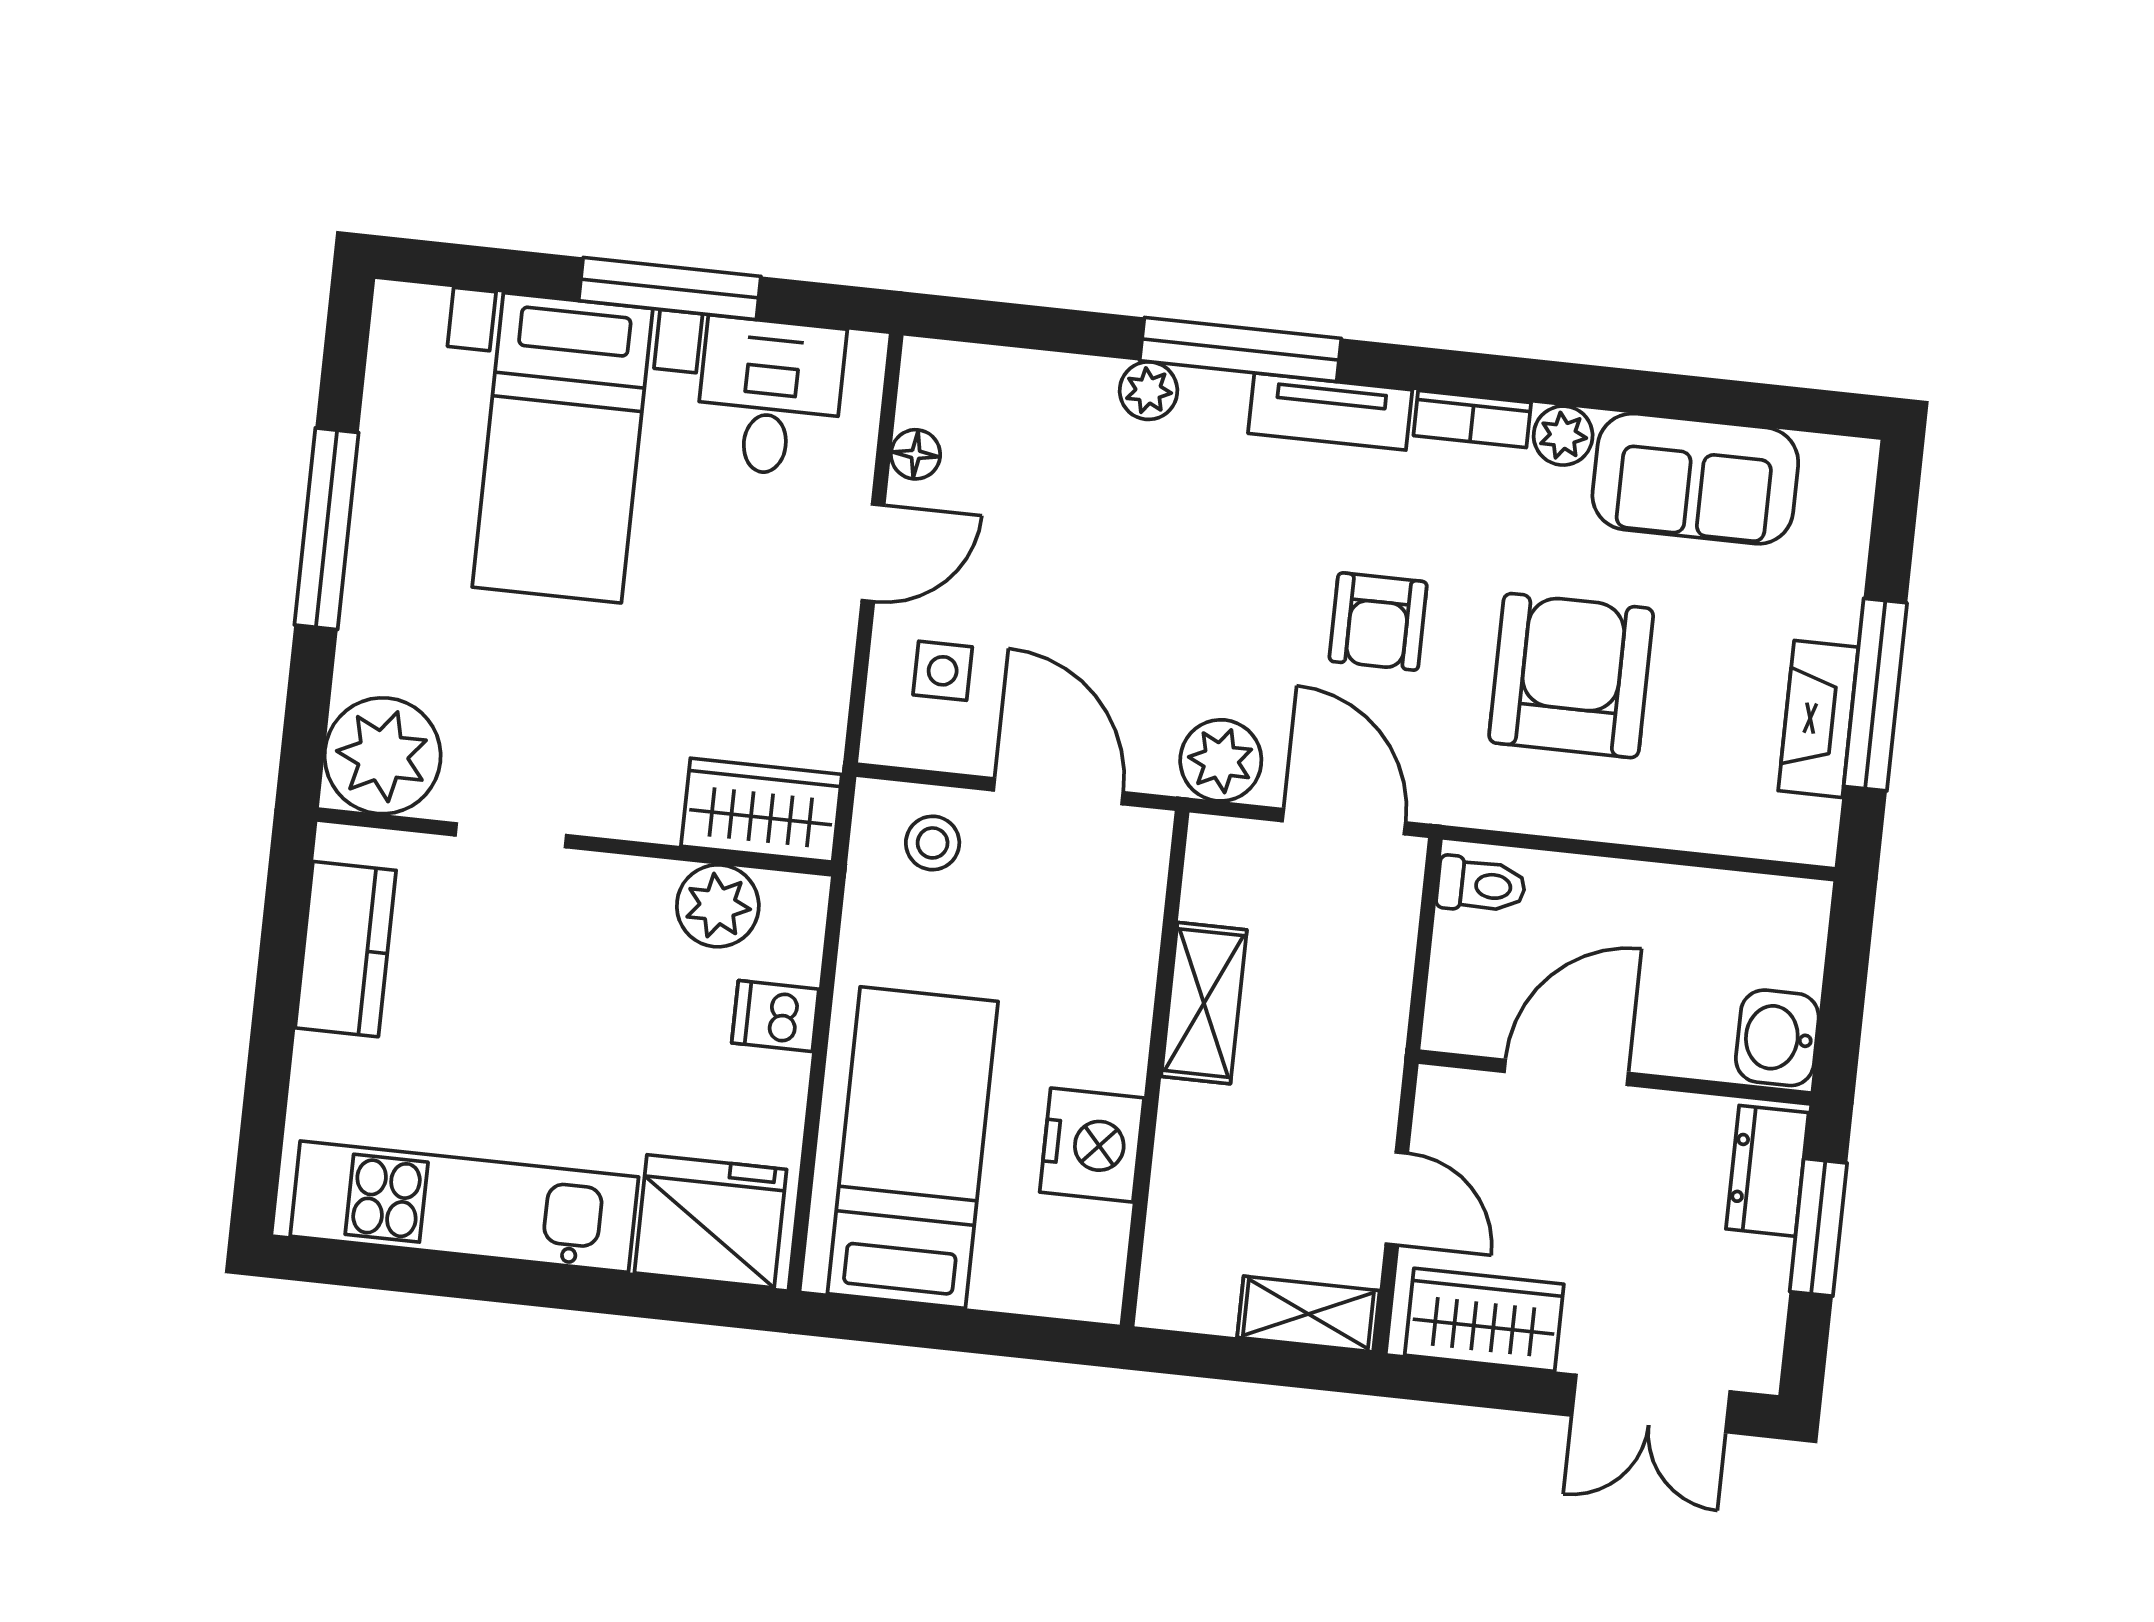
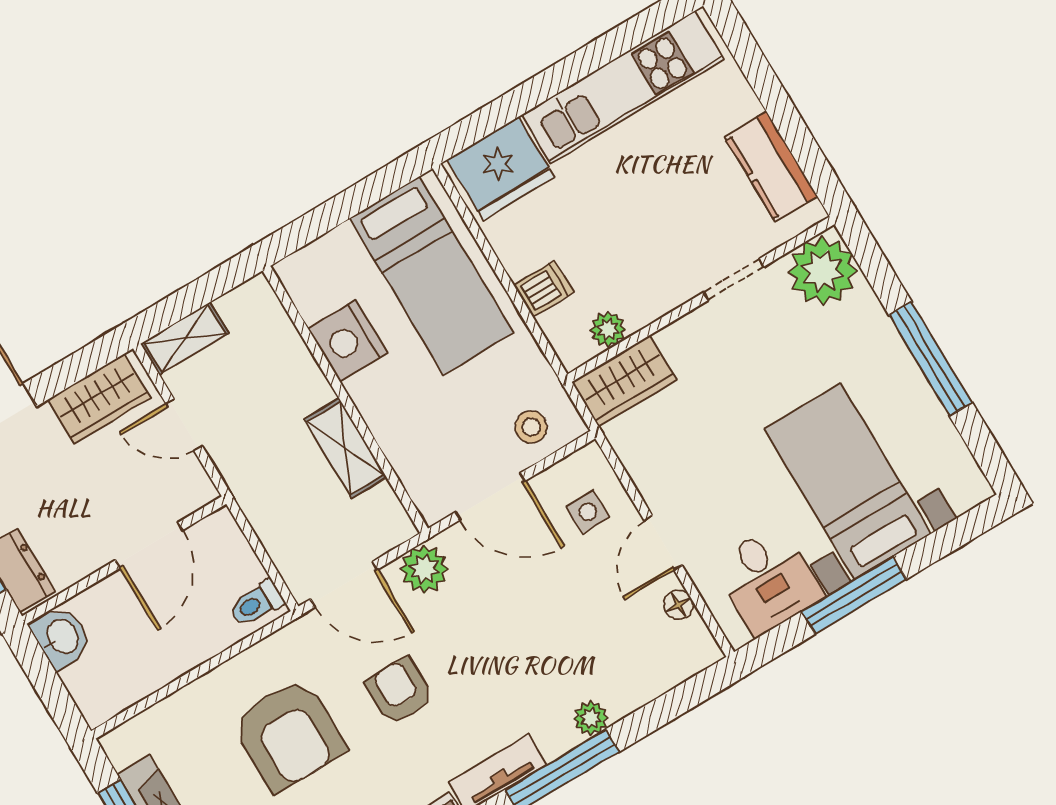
plant: (718, 906) -> (608, 329), width x0.73, depth x0.73

